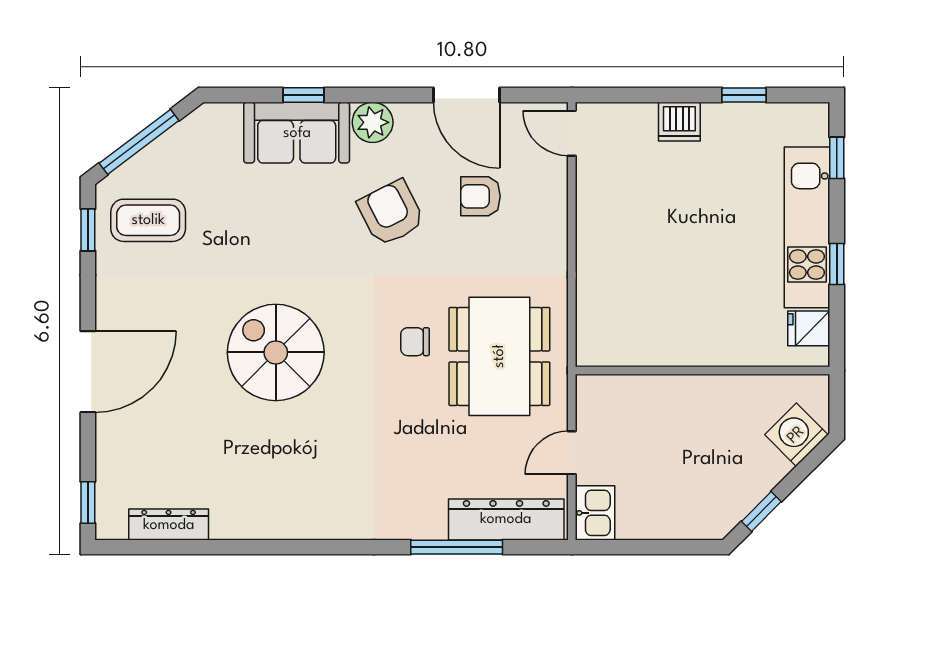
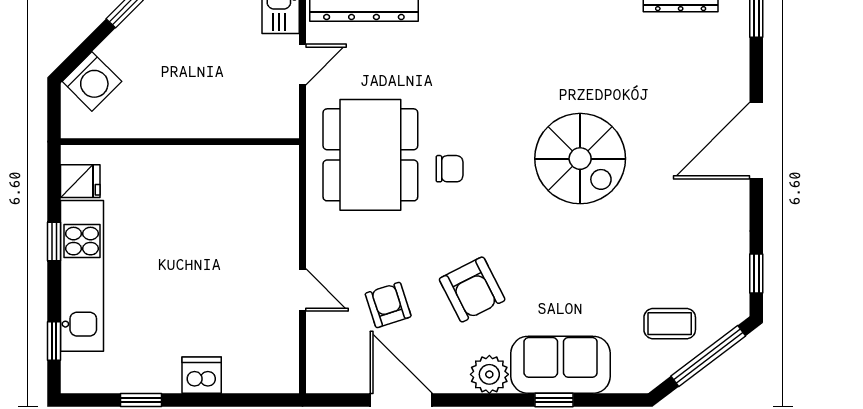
door: (572, 133) -> (303, 290), moved
armchair: (480, 196) -> (388, 305), turned -108
coffee table: (148, 220) -> (670, 324), moved, width x0.73, depth x0.77

